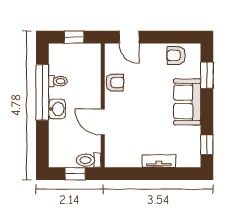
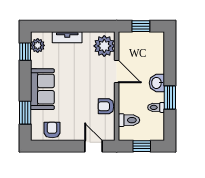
armchair: (176, 55) -> (52, 130), turned -90
window: (42, 92) -> (170, 98), width x0.47
plant: (117, 151) -> (104, 46), added
plant: (193, 152) -> (38, 45), added
toilet: (89, 160) -> (129, 120), moved

